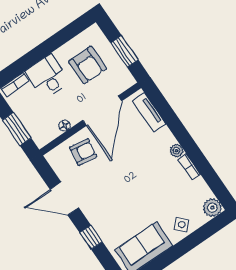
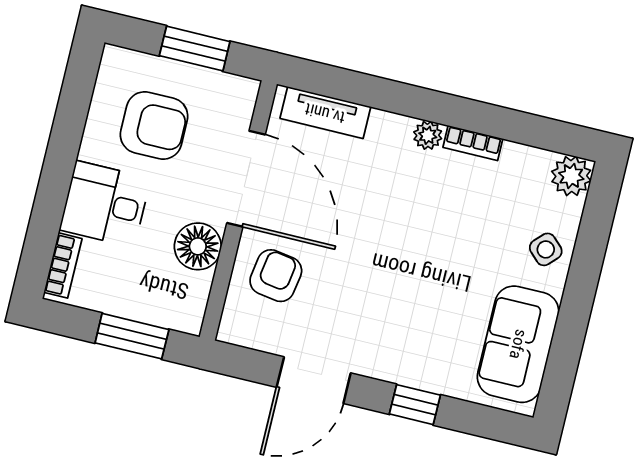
floor lamp: (65, 126) -> (198, 246), width x1.89, depth x1.89

